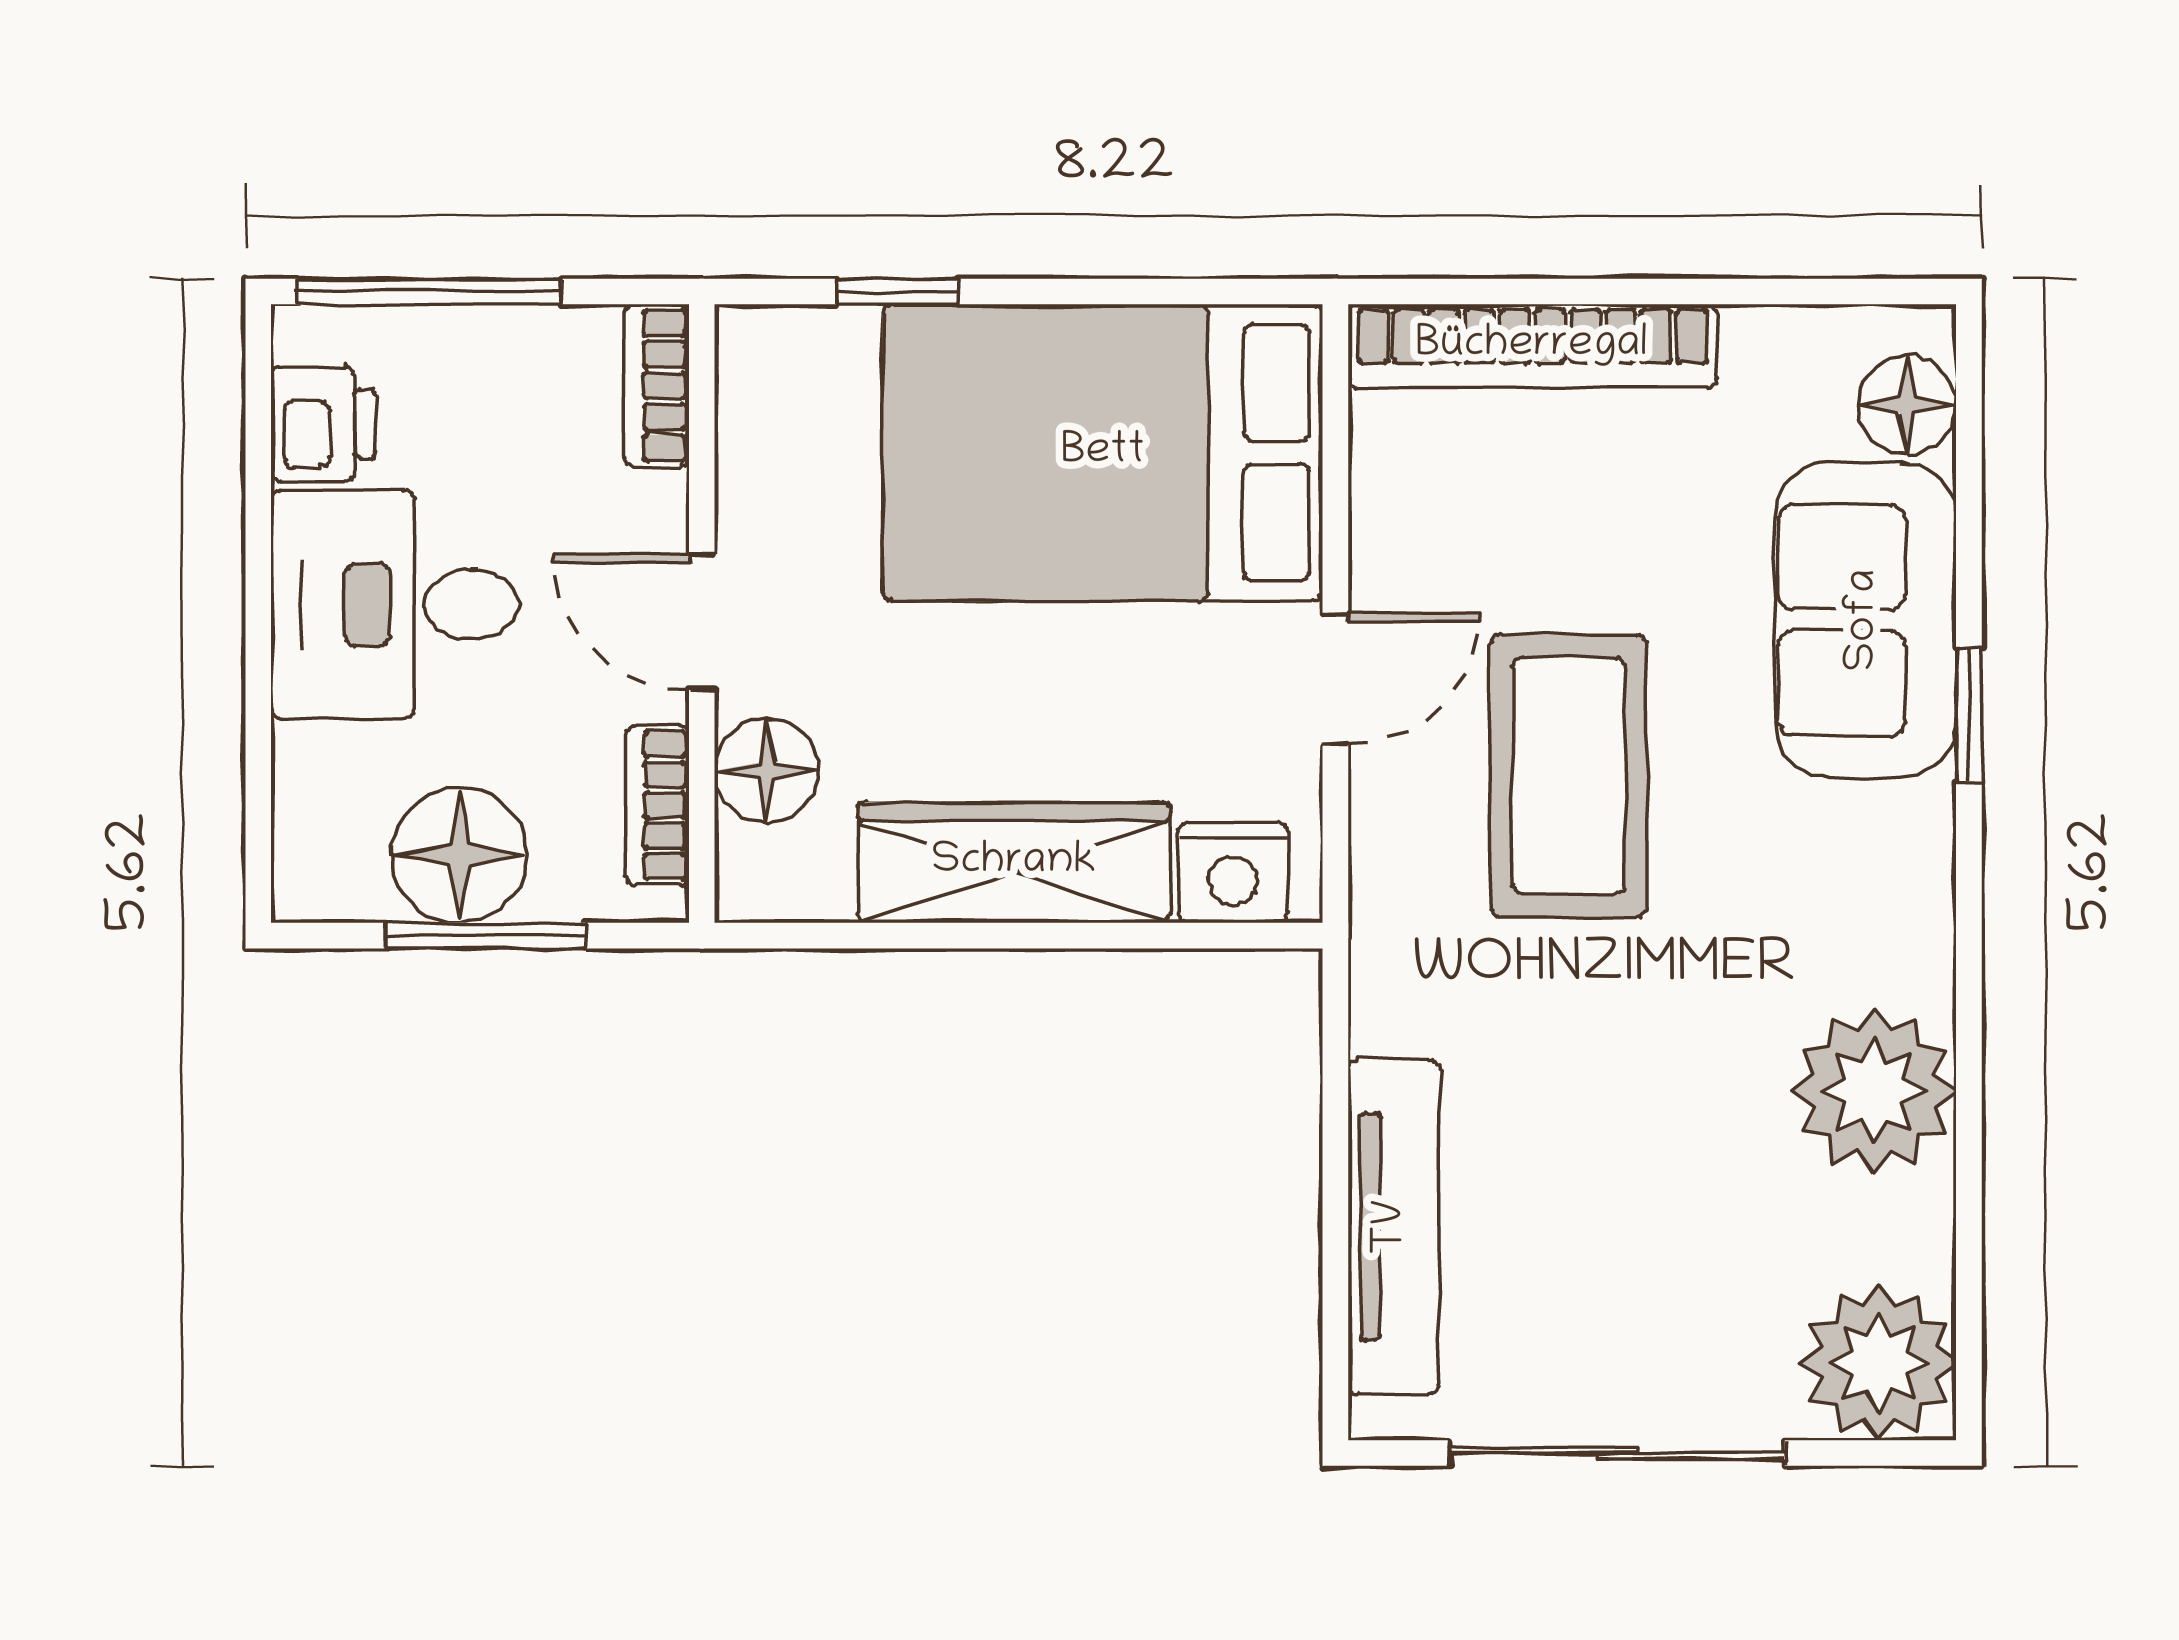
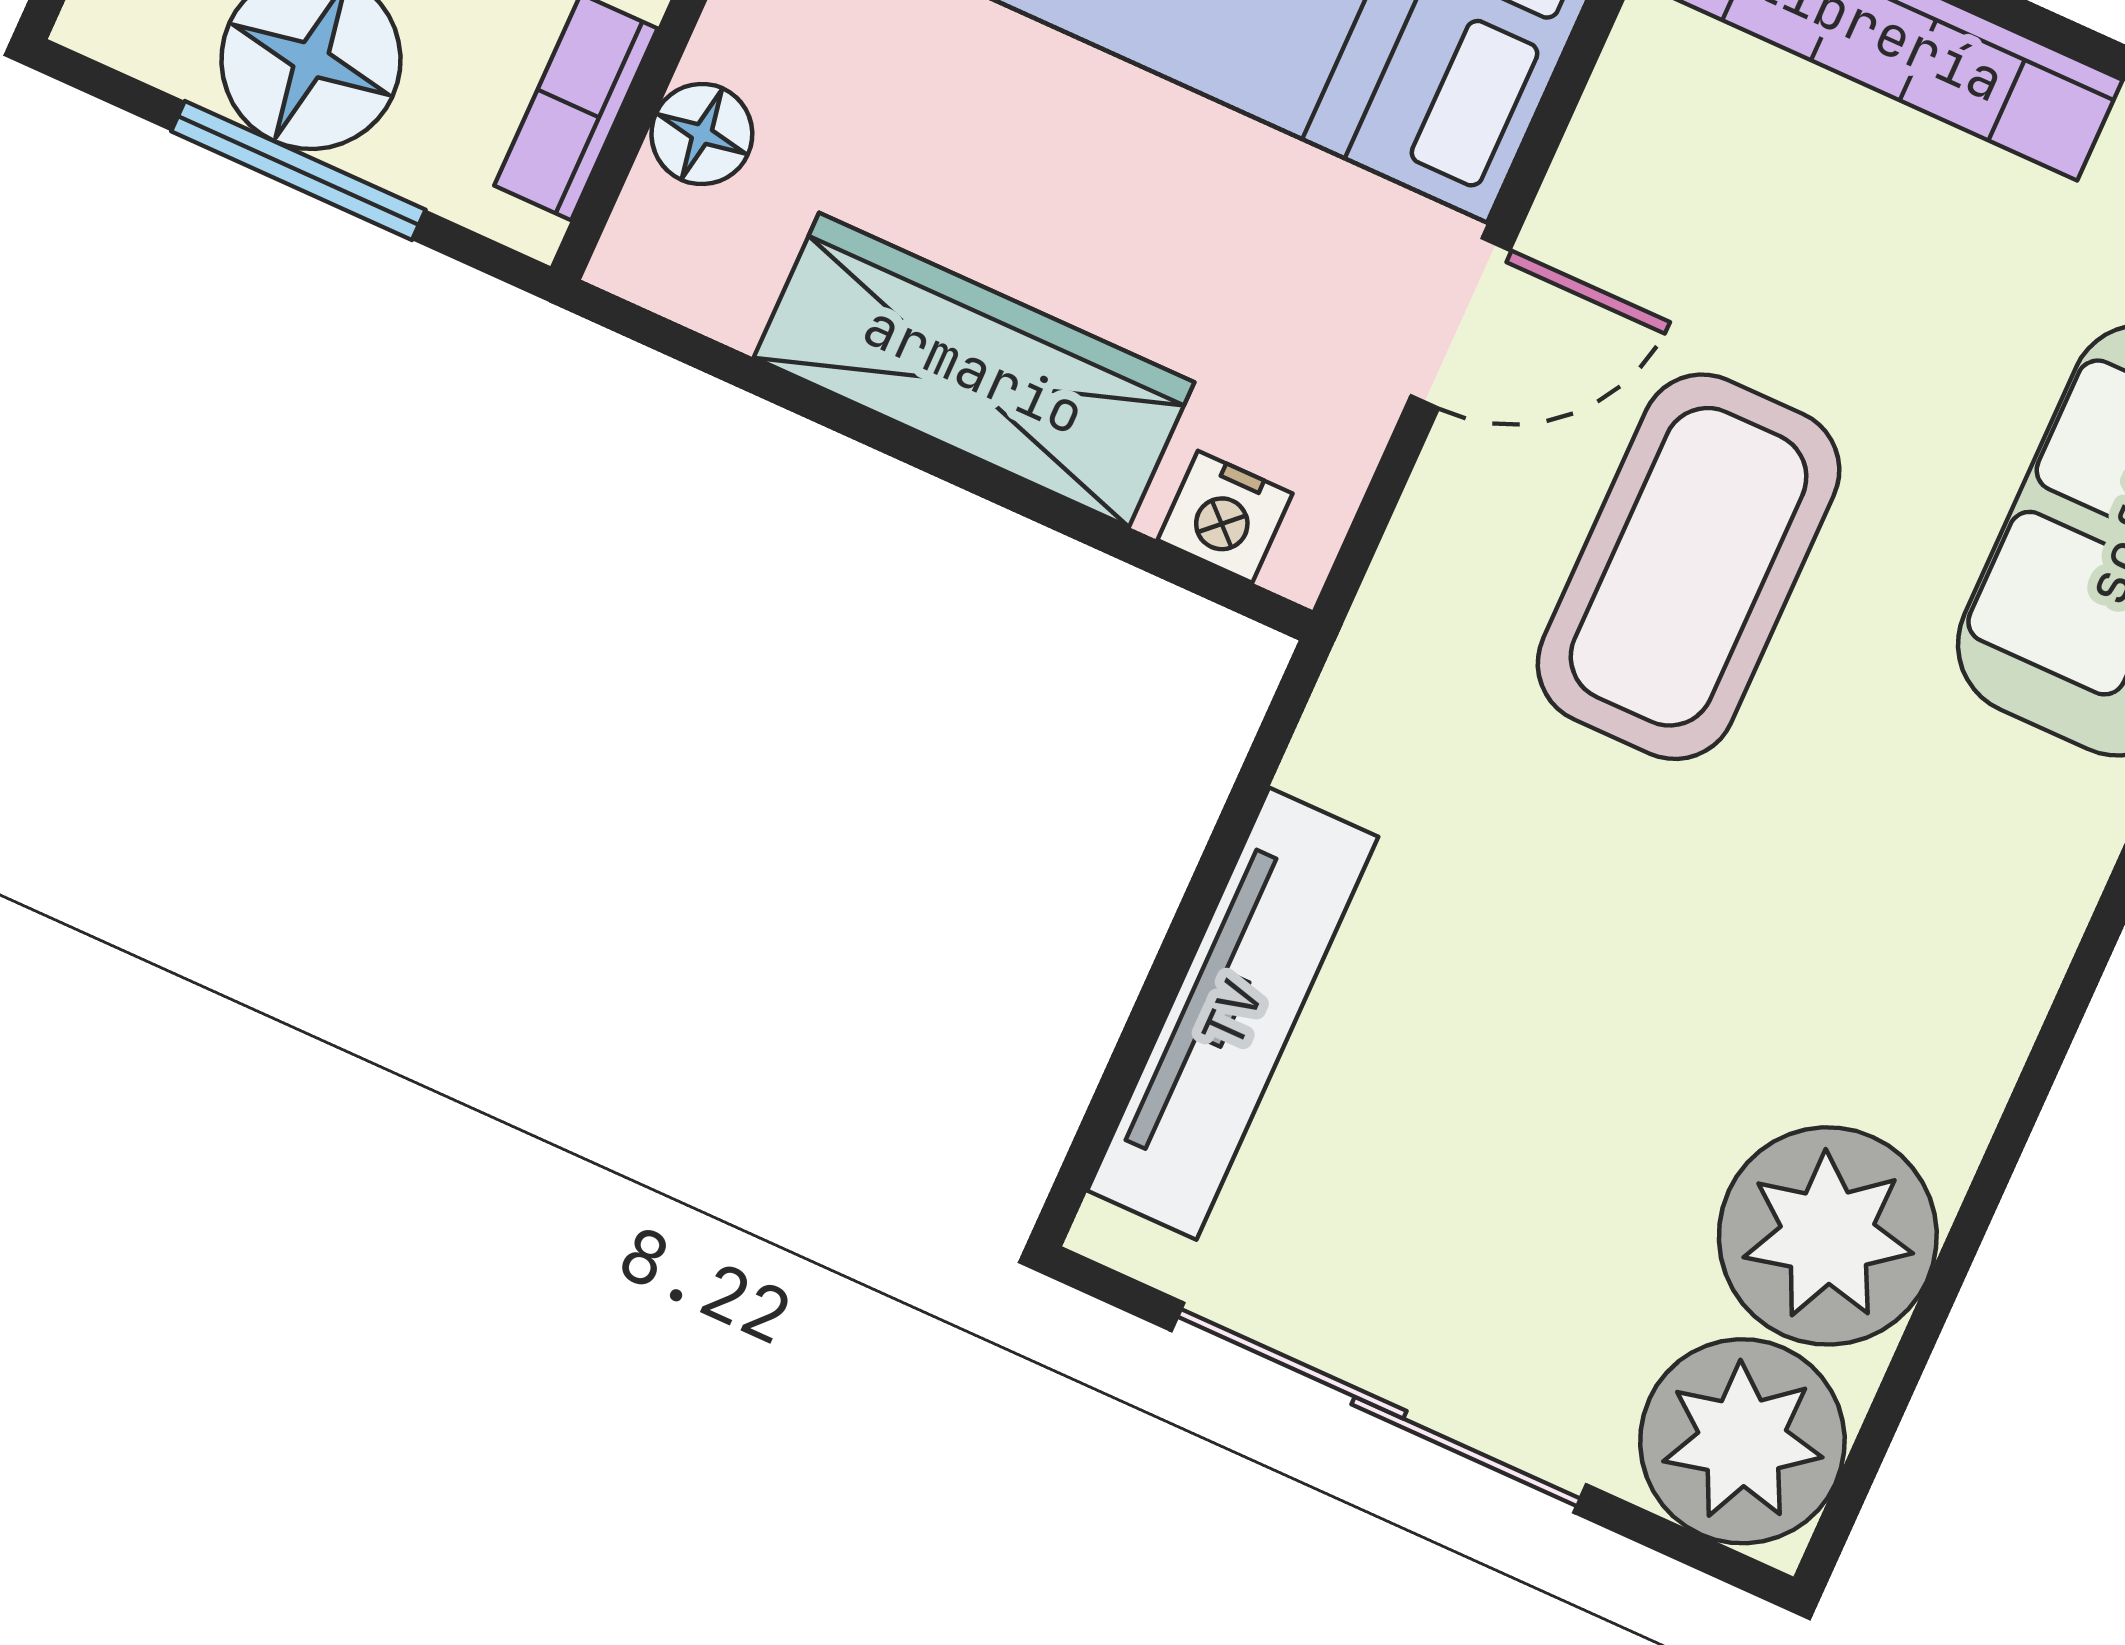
floor lamp: (767, 770) -> (702, 134), width x0.73, depth x0.73
nightstand: (1233, 873) -> (1225, 517), width x0.72, depth x0.74
plant: (1874, 1091) -> (1828, 1236), moved

